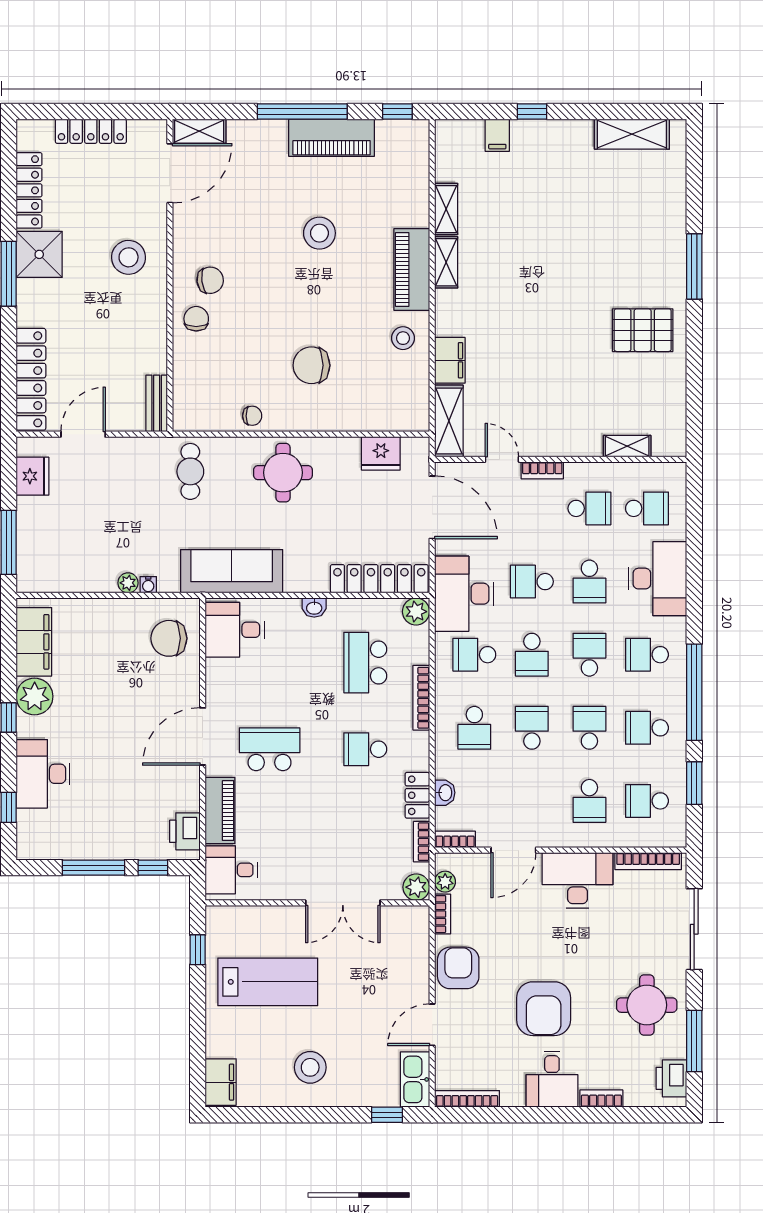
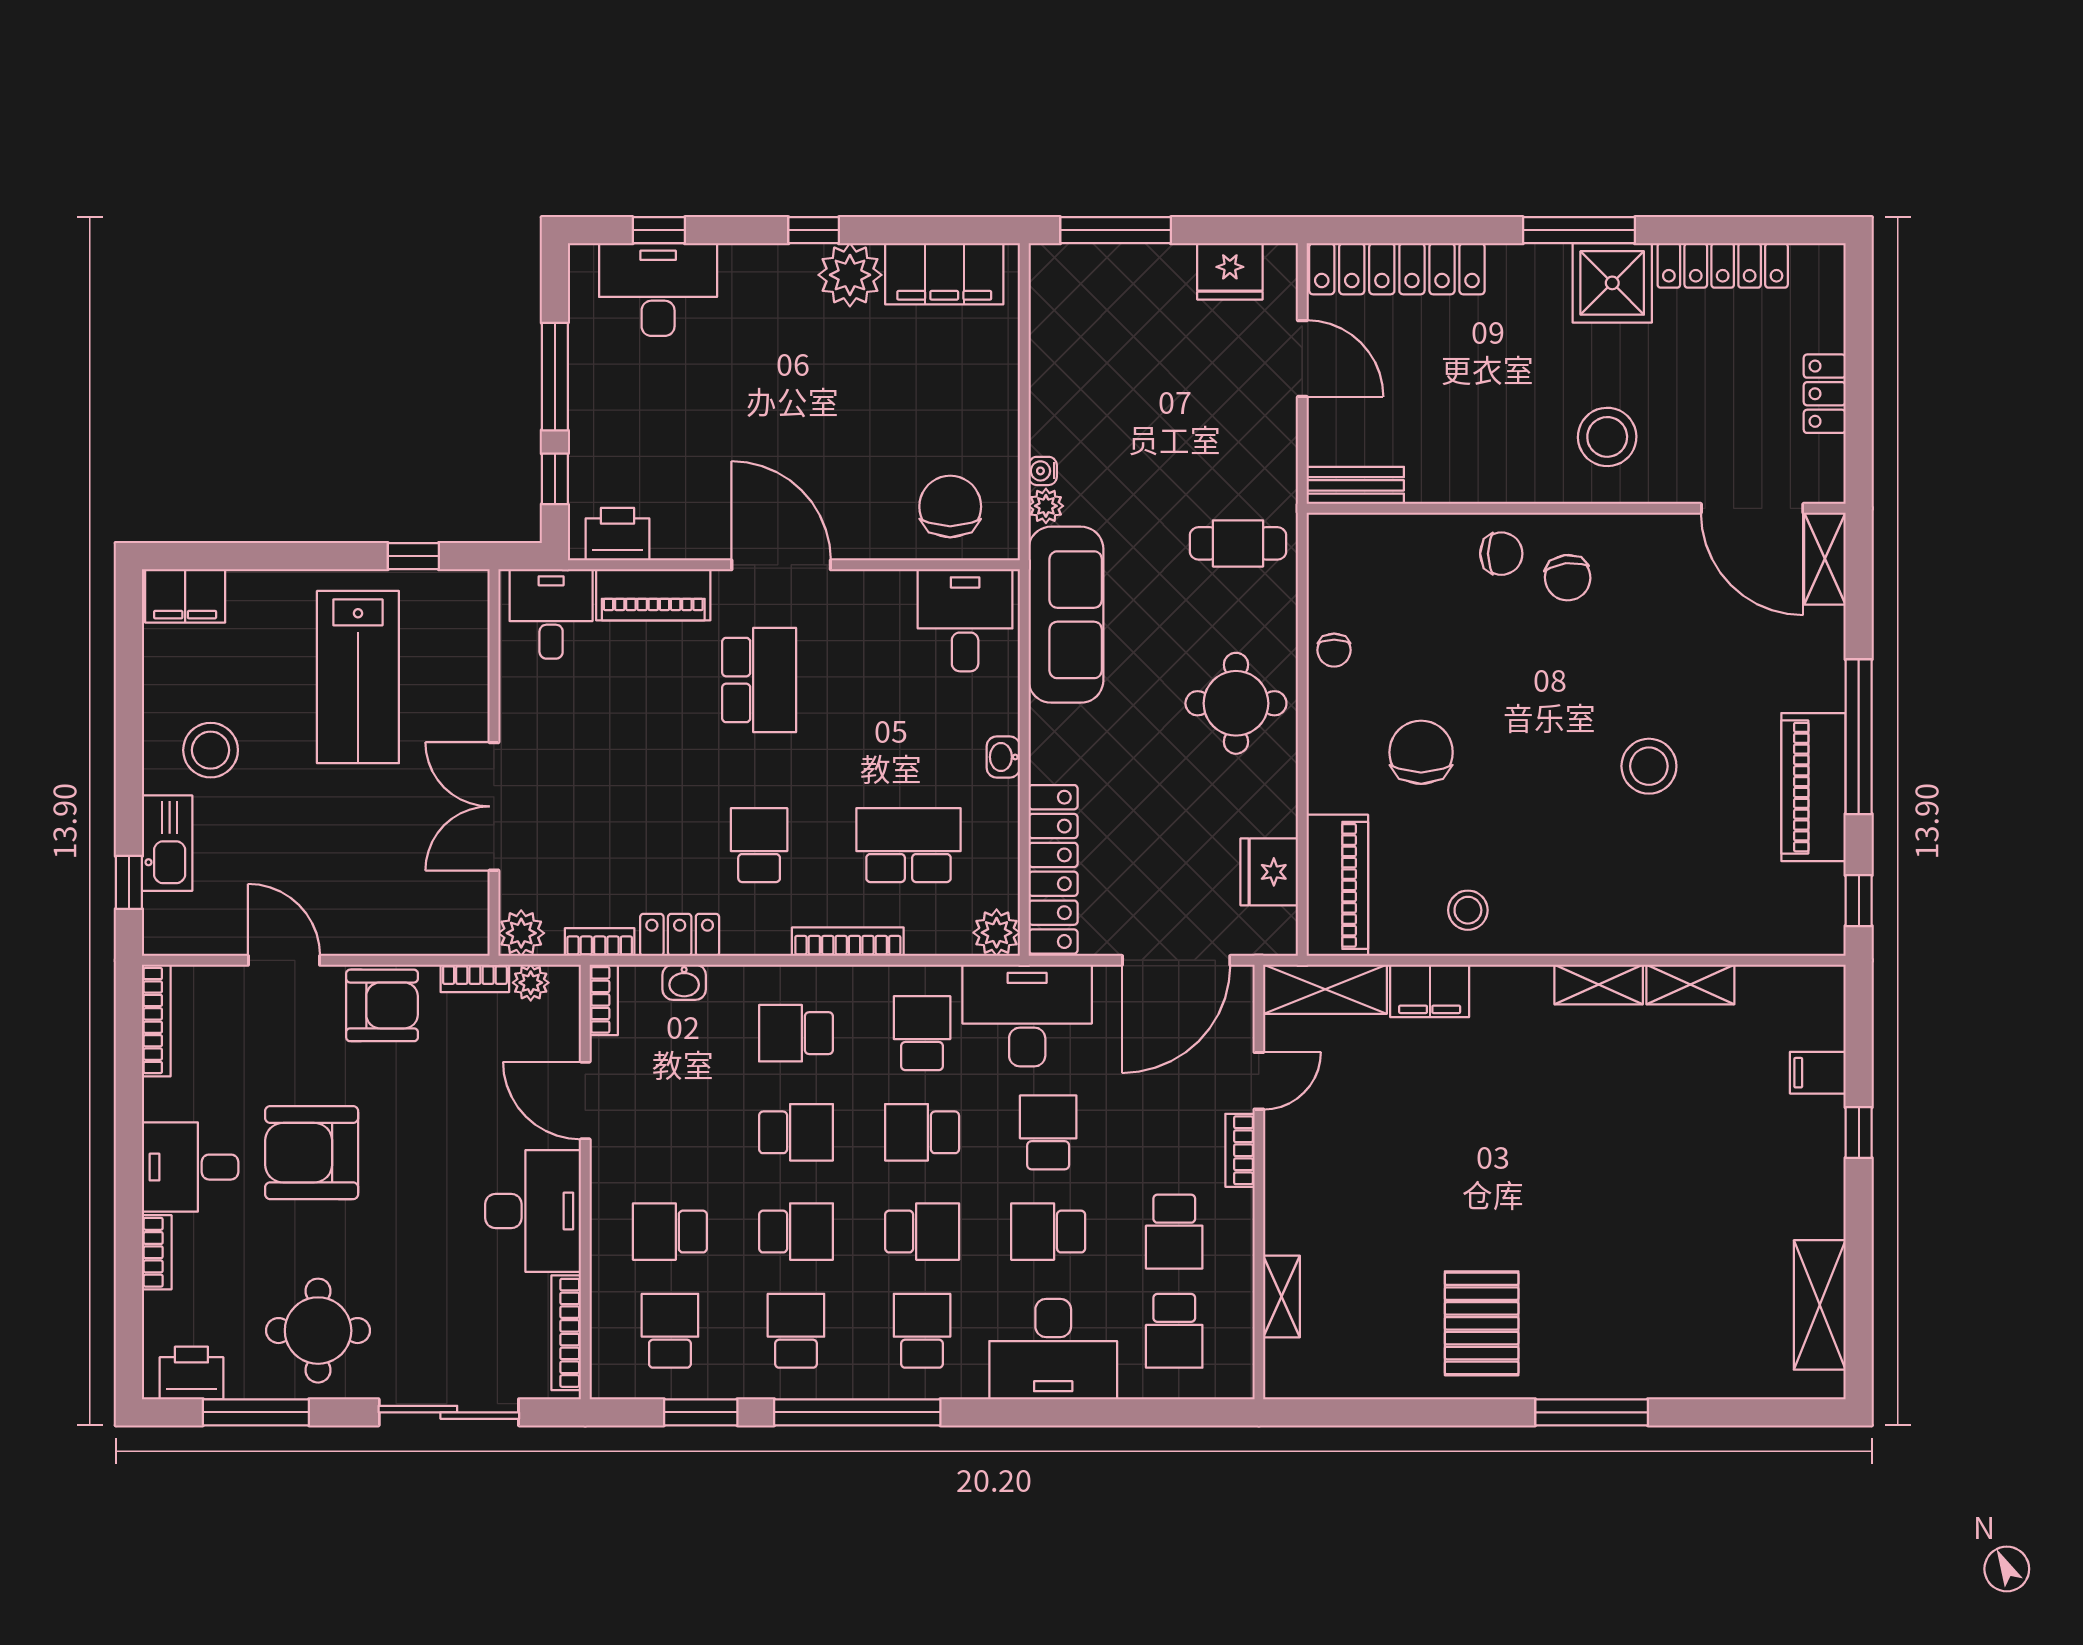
locker: (91, 131) -> (1825, 394), width x0.66
piano: (412, 269) -> (1337, 885), moved, turned 90
plant: (128, 583) -> (1046, 506), moved
desk: (43, 774) -> (658, 290), moved
kitchen sink: (415, 1079) -> (167, 843), moved, turned 90

